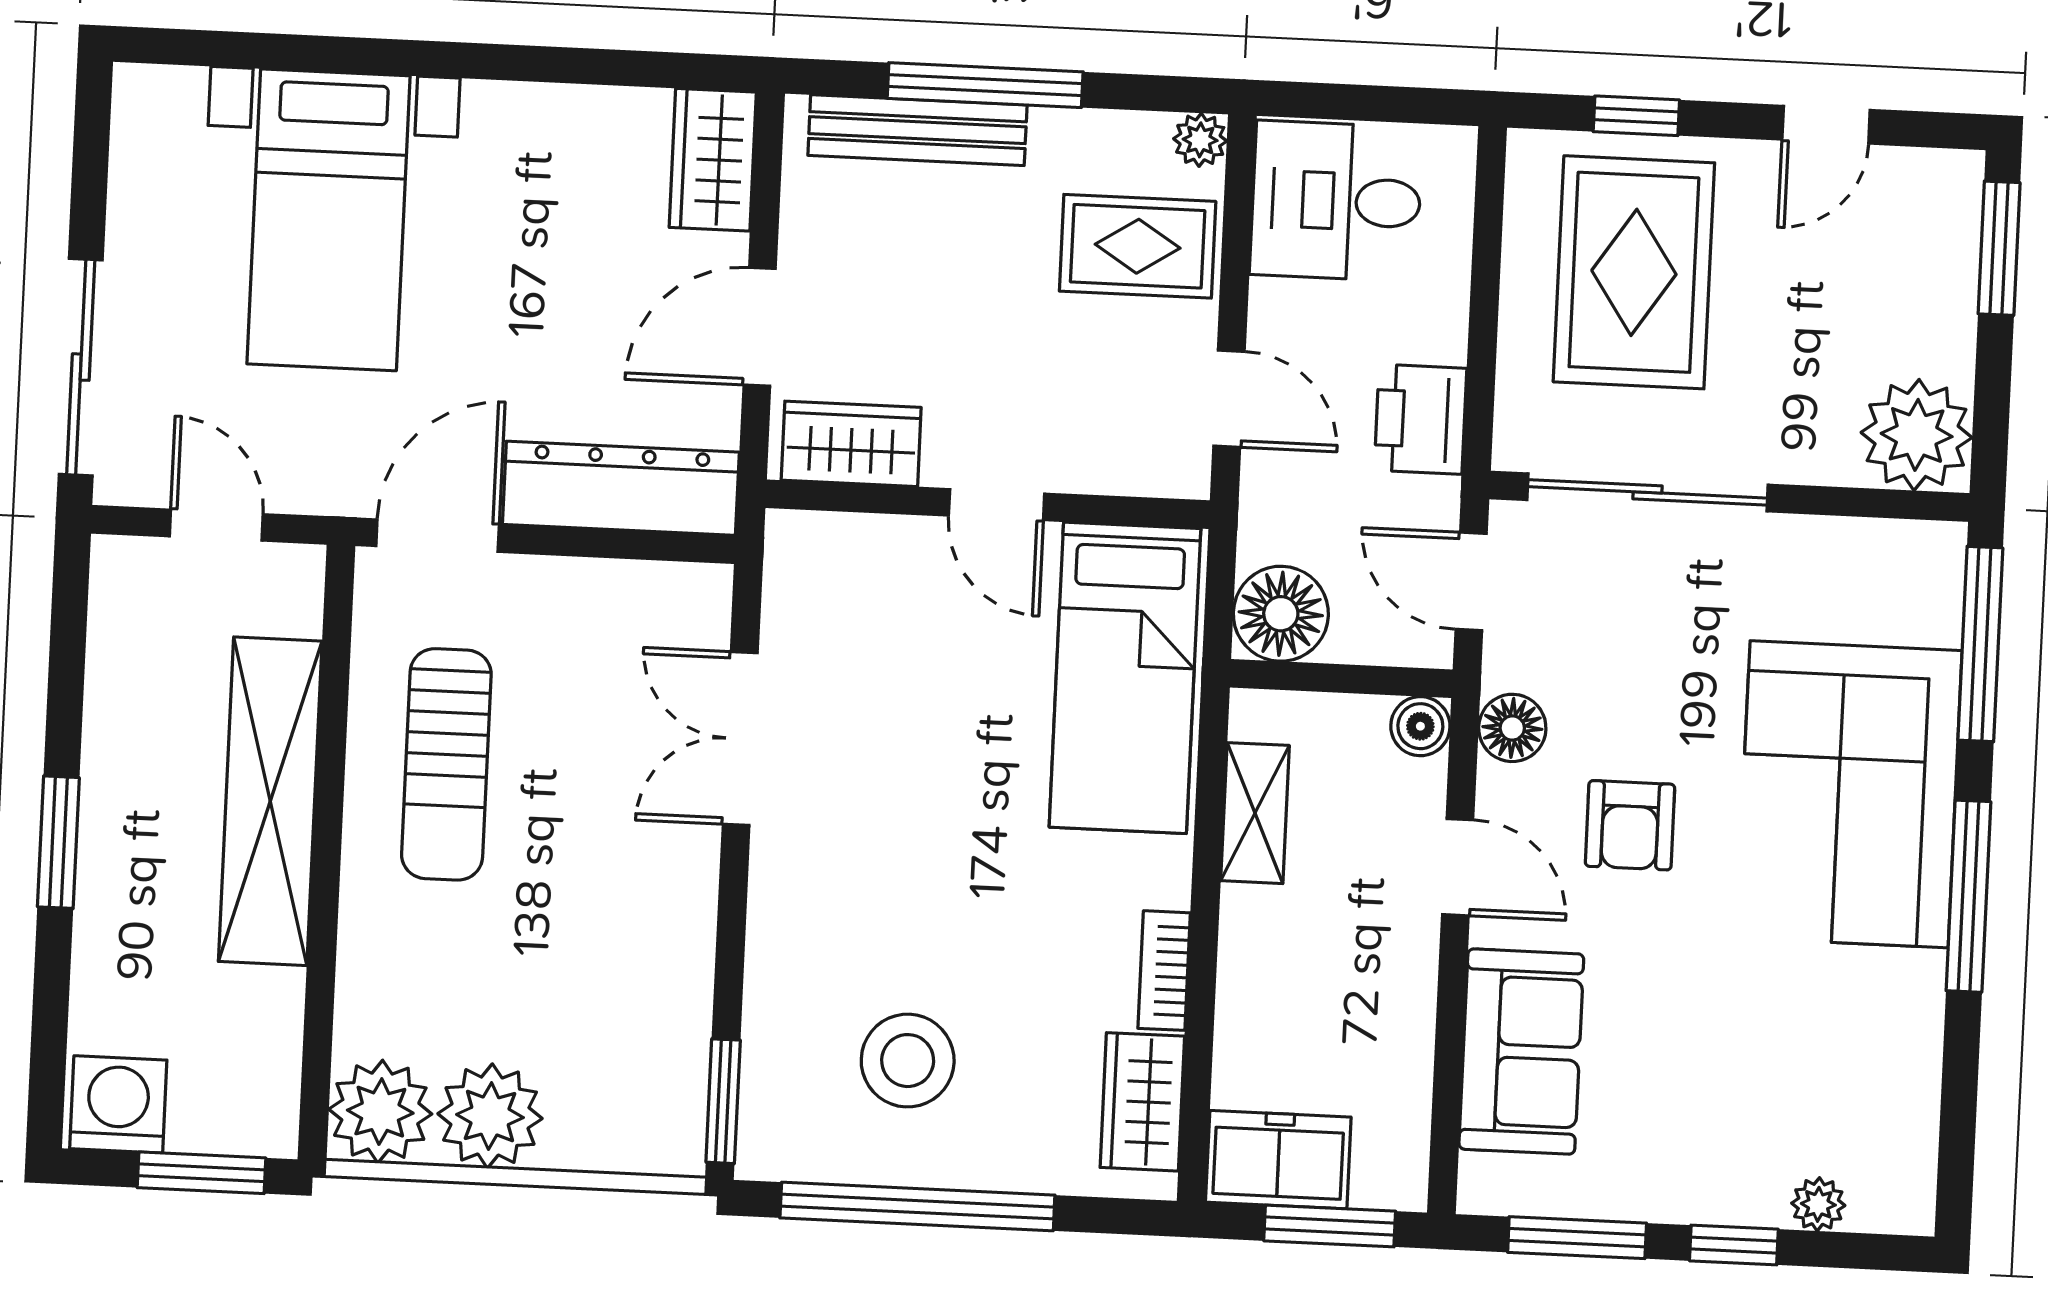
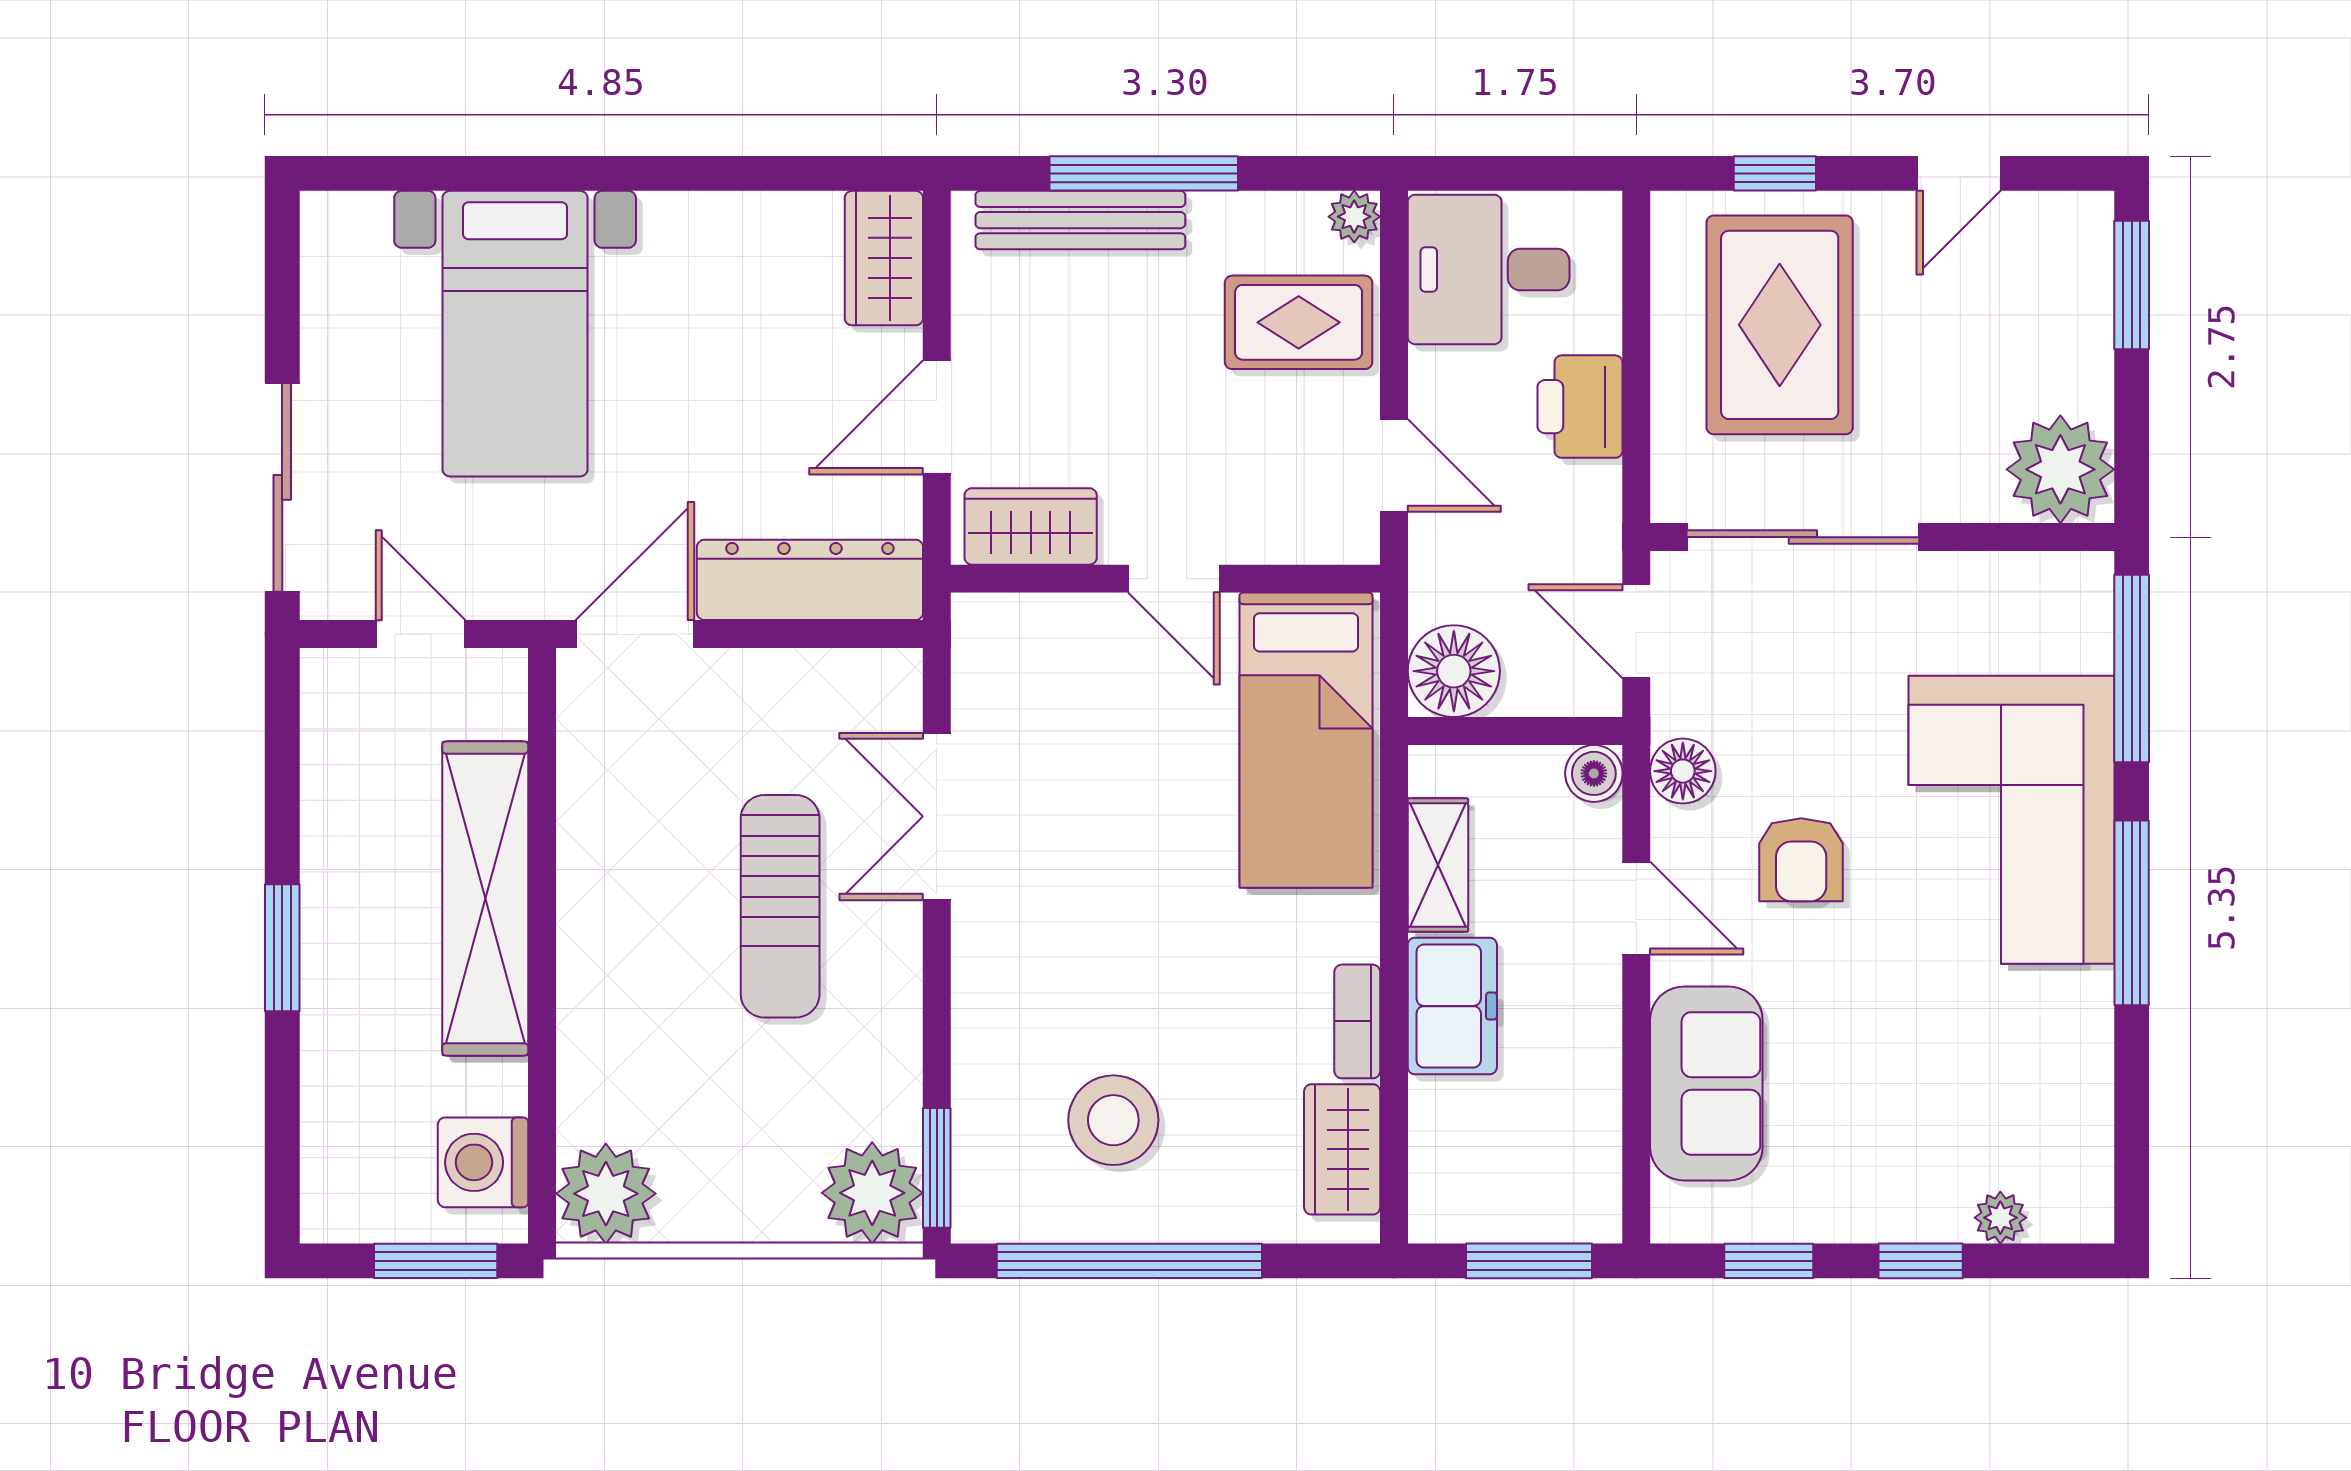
printer: (1421, 419) -> (1580, 407), moved
sun lounger: (446, 764) -> (780, 906), moved
washing machine: (118, 1104) -> (483, 1162), moved, turned -90
plant: (490, 1116) -> (872, 1193), moved
freezer: (1278, 1160) -> (1452, 1006), moved, turned 90
window: (1577, 1238) -> (1769, 1261), width x0.67

